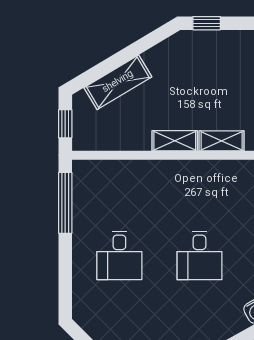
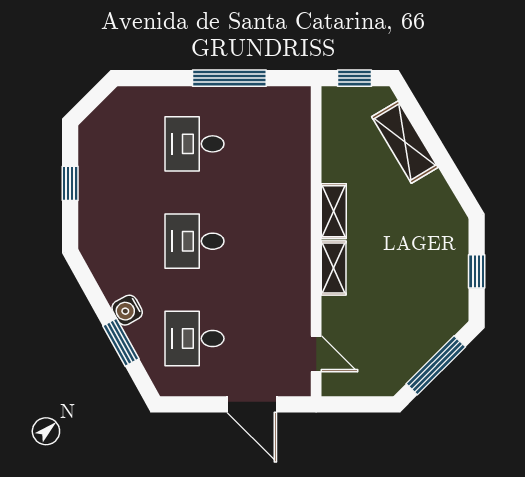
window: (207, 23) -> (477, 271), moved
window: (65, 203) -> (229, 78), moved

